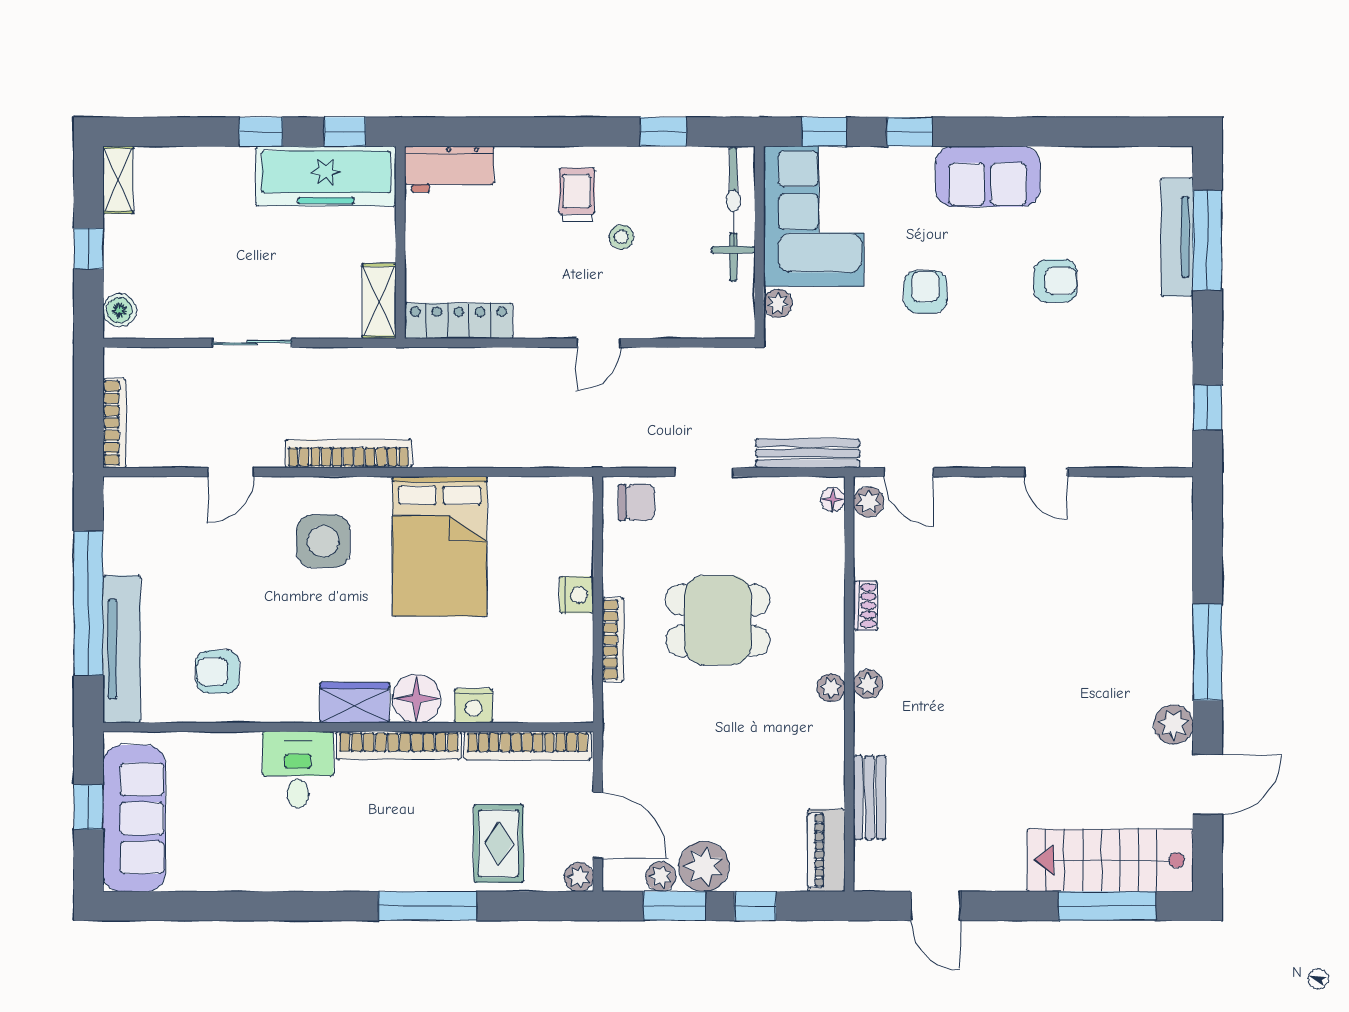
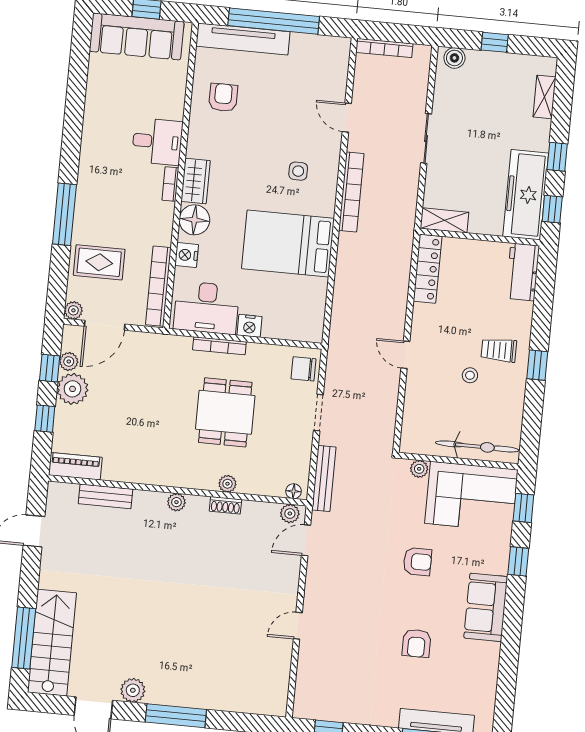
window: (663, 132) -> (537, 365), moved
shelving: (118, 180) -> (544, 97), moved, turned 90
trolley: (577, 195) -> (499, 350), turned 180
chair: (637, 502) -> (304, 369), turned 90
side table: (323, 541) -> (298, 171), width x0.54, depth x0.54
desk: (554, 666) -> (206, 308), added
plant: (831, 688) -> (227, 484), moved
bookcase: (399, 746) -> (170, 184), width x0.43, depth x0.76
window: (674, 906) -> (50, 368), width x0.67

